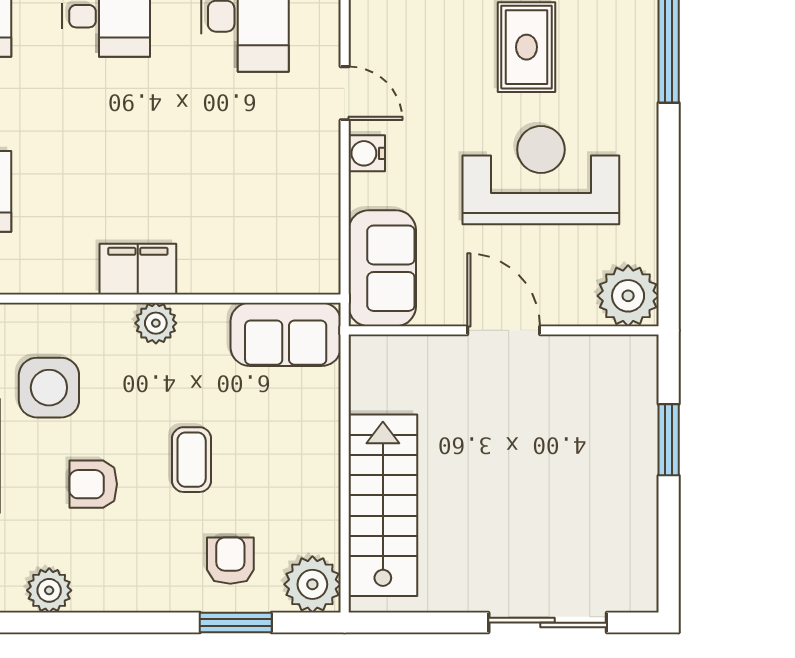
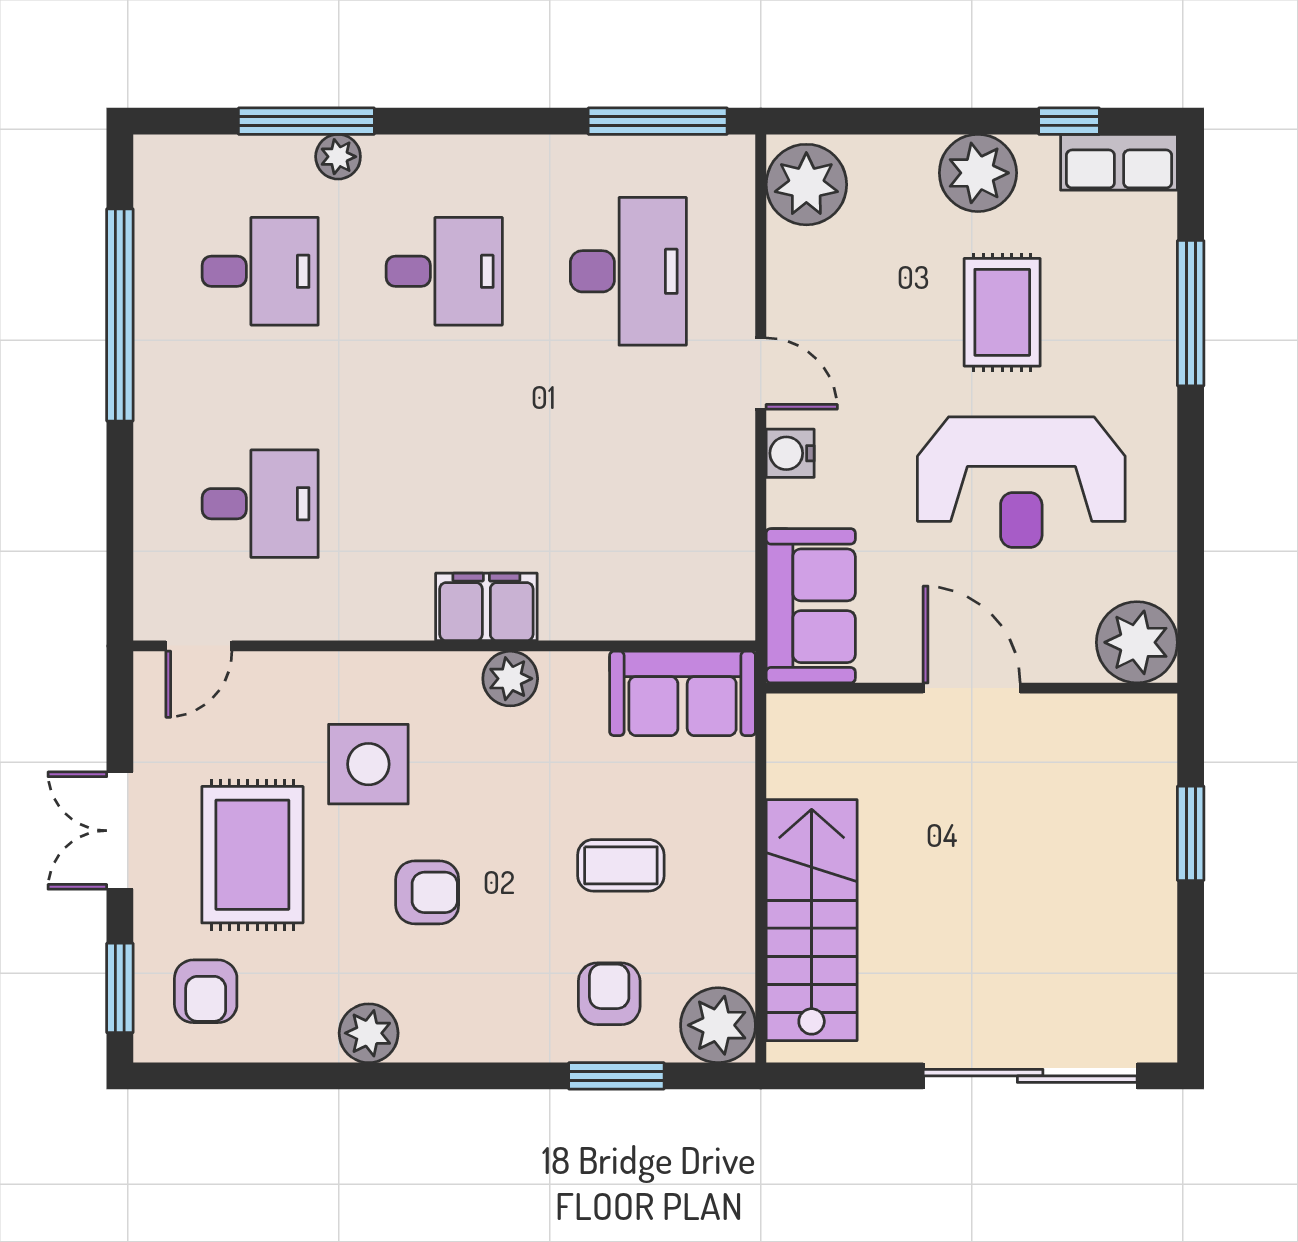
reception desk: (541, 175) -> (1021, 482), turned 180
coffee table: (192, 460) -> (621, 865), moved, turned 90
armchair: (93, 484) -> (427, 892), turned 180
sliding door: (548, 623) -> (1030, 1076), width x1.36

